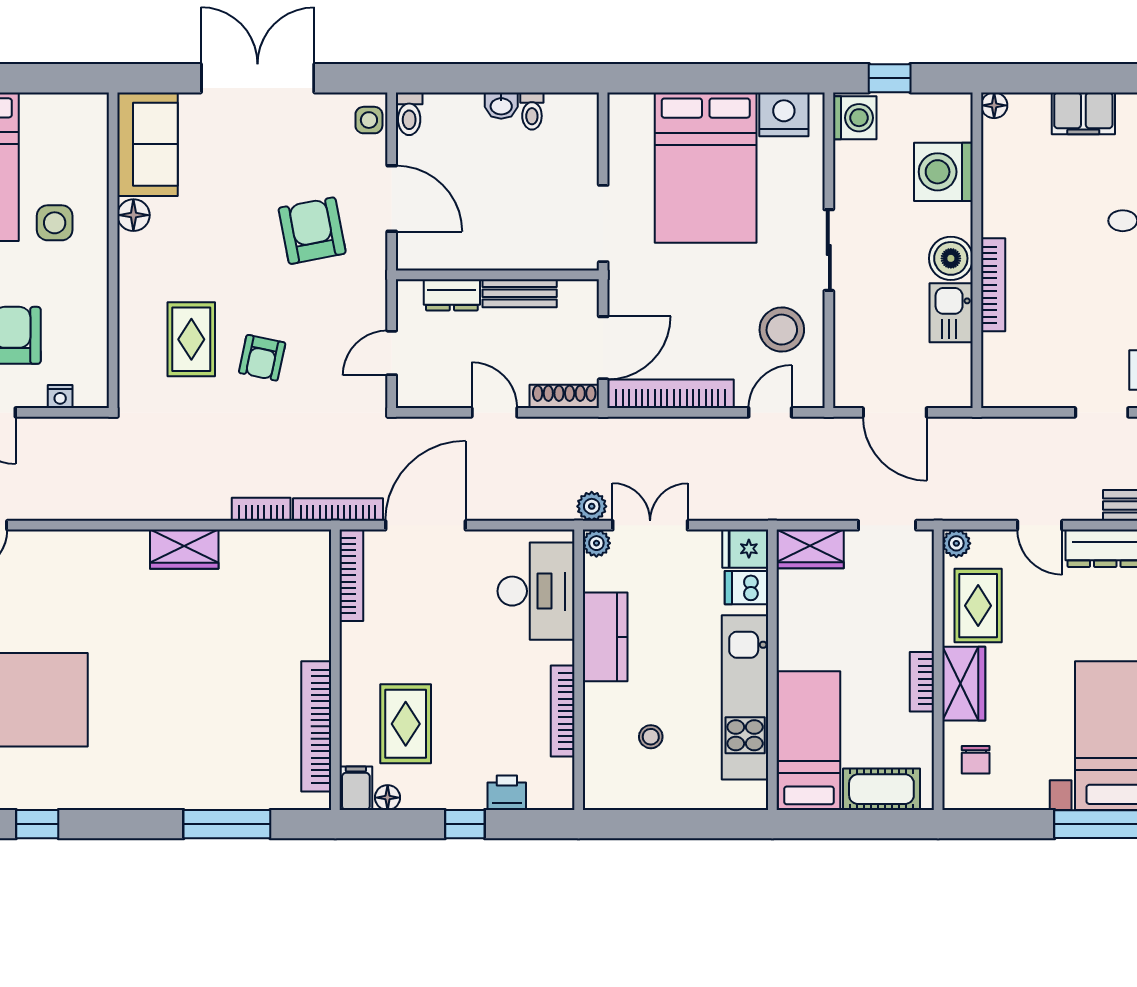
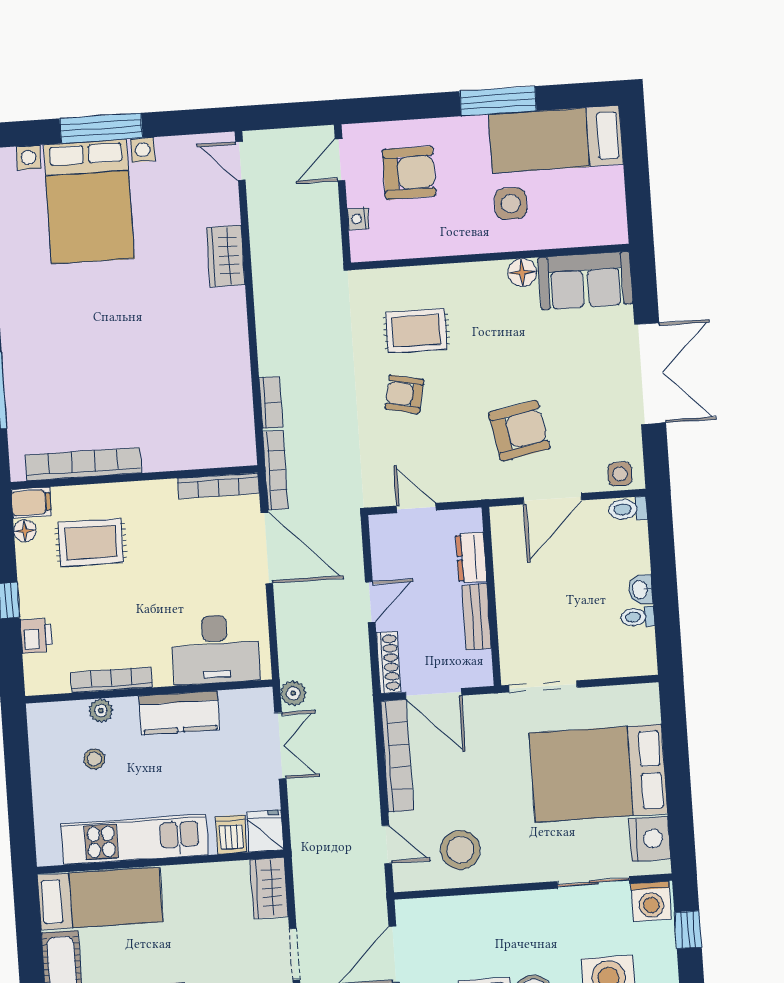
sliding door: (829, 250) -> (594, 882), moved
plant: (596, 543) -> (101, 711), moved
wardrobe: (184, 549) -> (226, 256), moved

